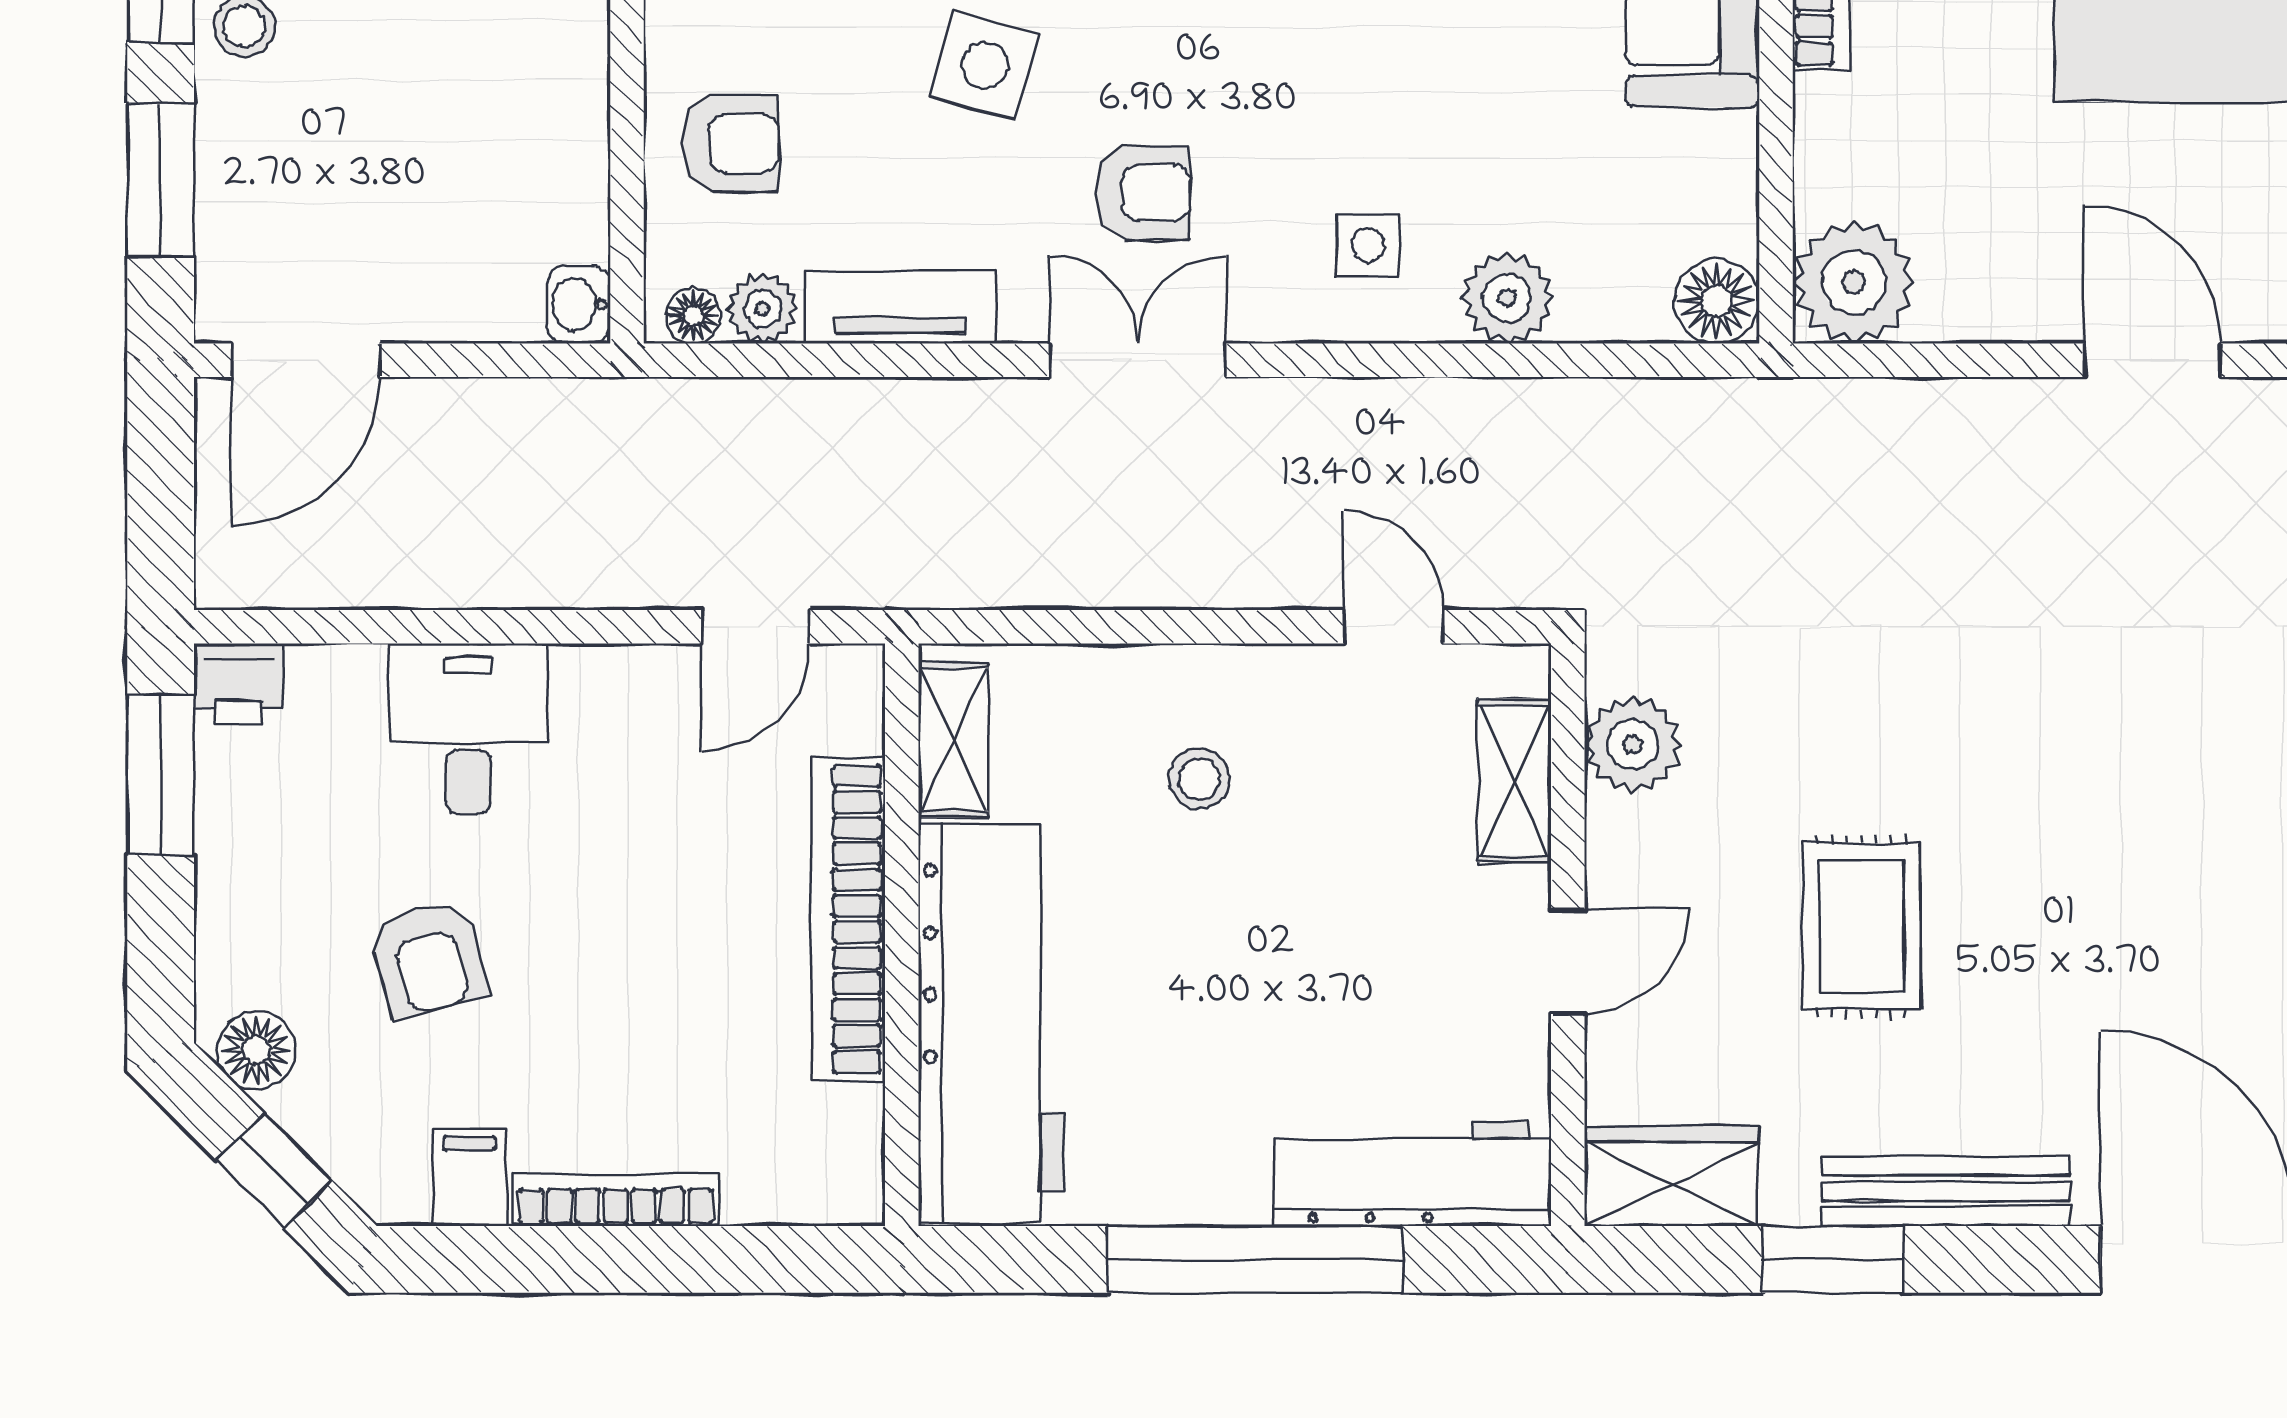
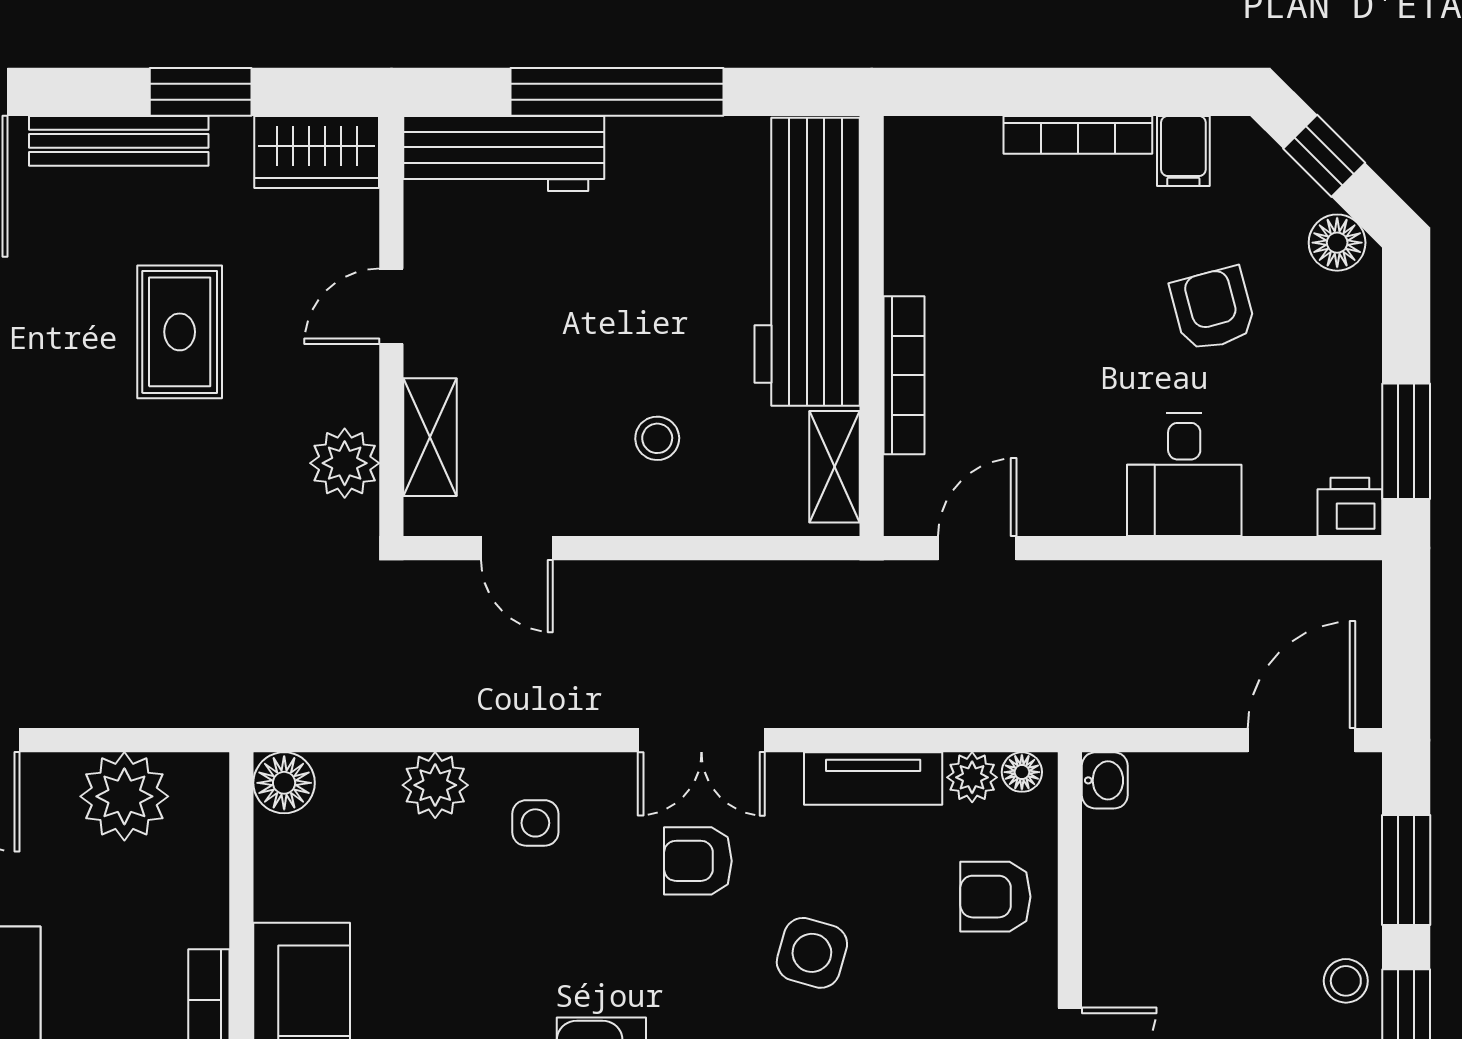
plant: (1854, 282) -> (124, 796), moved
bookcase: (848, 919) -> (904, 375), width x0.68, depth x0.76

